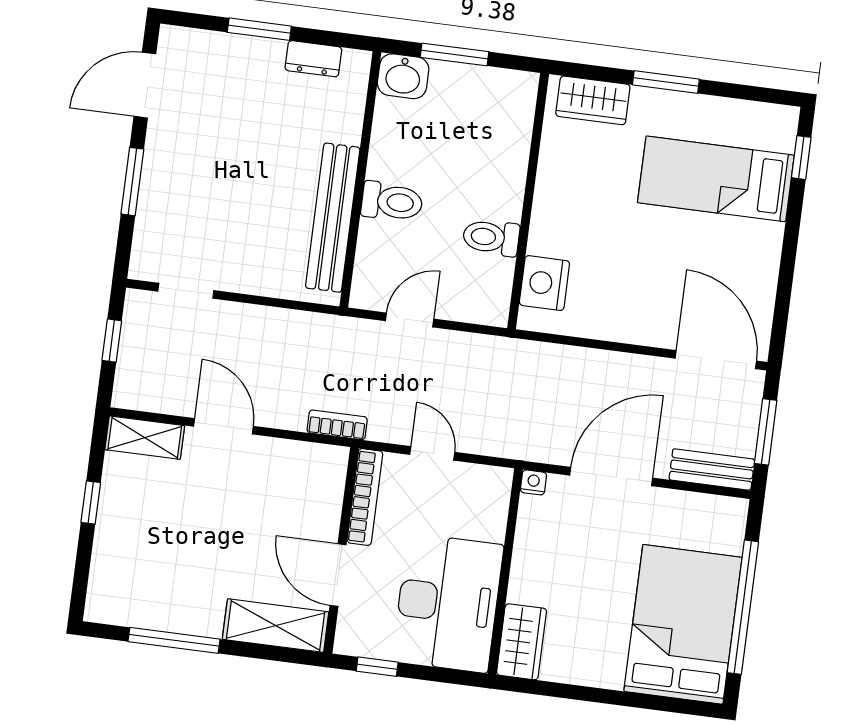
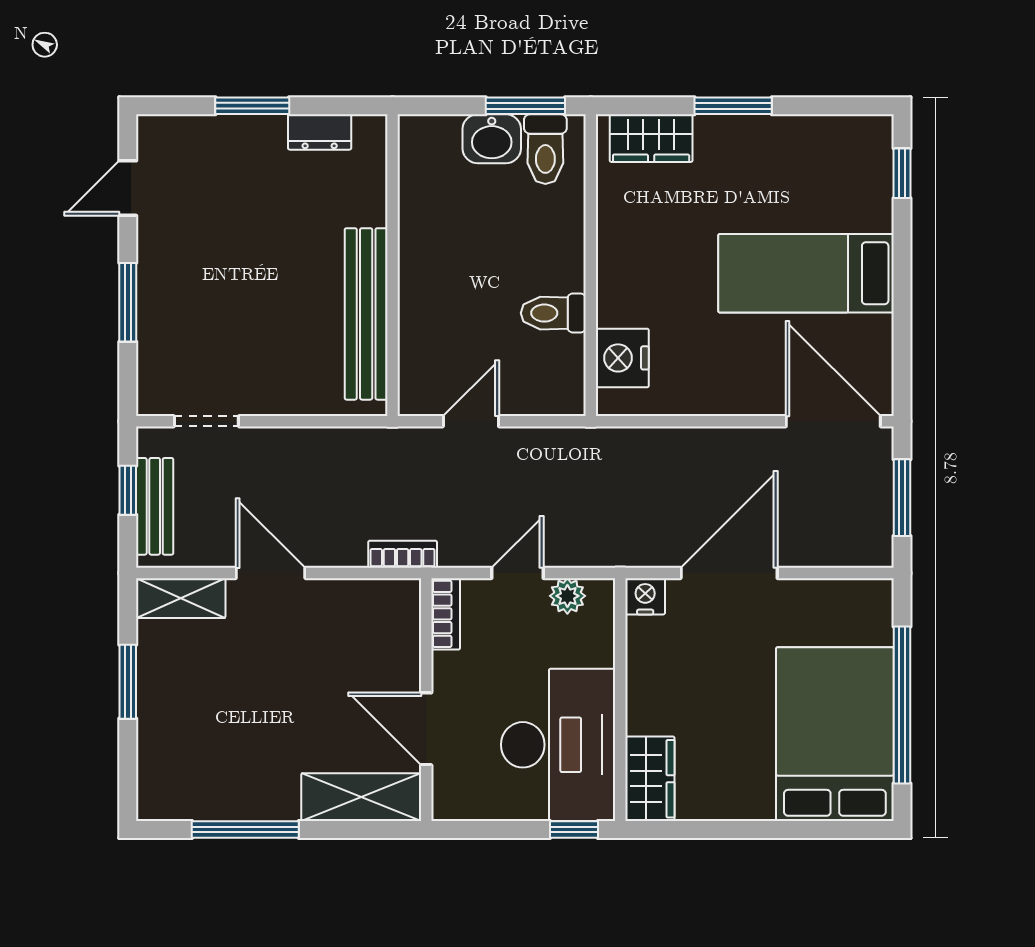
window: (454, 55) -> (525, 106), moved
washbasin: (403, 76) -> (492, 139), moved
door: (145, 85) -> (128, 188), width x0.73
bed: (716, 179) -> (806, 273), moved
toilet: (392, 202) -> (545, 149), moved, turned 90
door: (432, 453) -> (517, 573), hinge flipped
bench: (712, 469) -> (155, 506), moved, turned 90
plant: (472, 478) -> (567, 596), added
nightstand: (533, 482) -> (645, 596), width x1.39, depth x1.35
bookcase: (365, 497) -> (446, 614), width x0.64
window: (91, 502) -> (128, 682), width x1.50
window: (377, 667) -> (574, 829), moved

